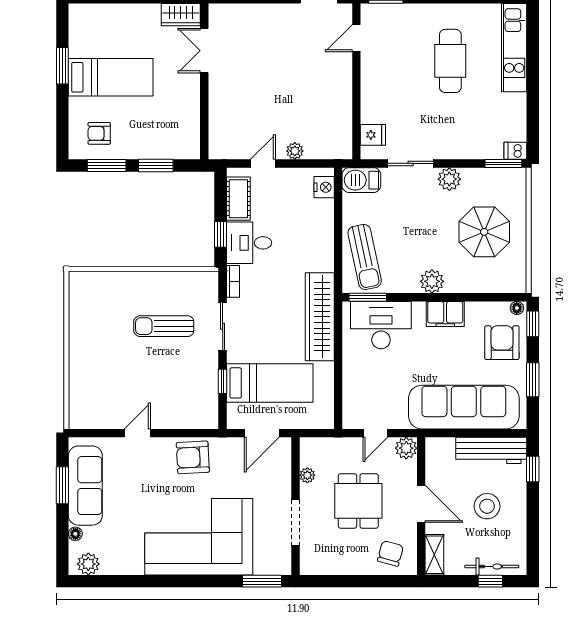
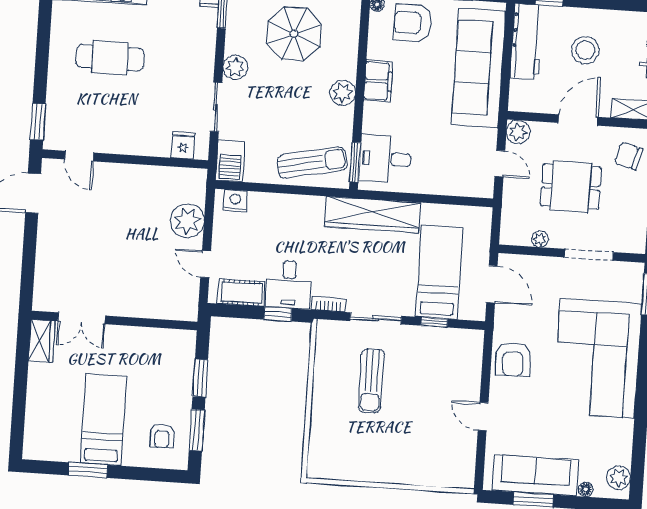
plant: (295, 151) -> (187, 221), width x1.87, depth x1.87
desk: (381, 325) -> (385, 159), width x0.73

